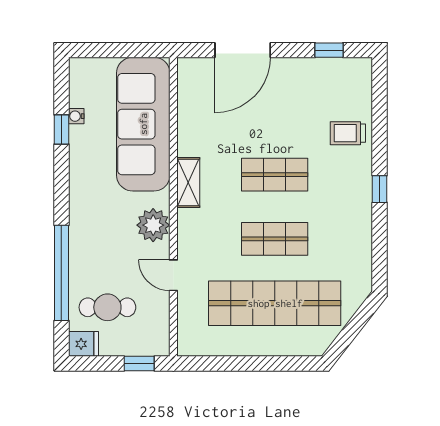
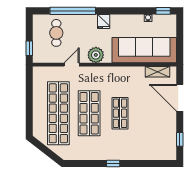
window: (61, 130) -> (163, 11), moved
trolley: (348, 133) -> (140, 148), removed
shelving: (188, 183) -> (158, 72), moved
shop shelf: (275, 239) -> (89, 113), width x1.43, depth x1.36
fridge: (83, 344) -> (104, 21), moved

